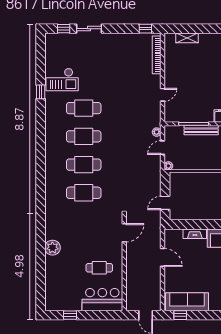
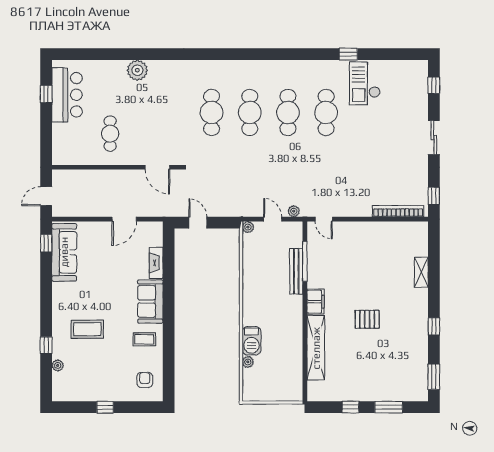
sliding door: (89, 29) -> (434, 137), moved
shelving: (187, 38) -> (421, 272), moved
door: (163, 95) -> (324, 219), moved
bar counter: (102, 300) -> (67, 95), moved

